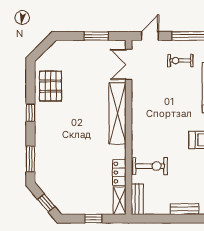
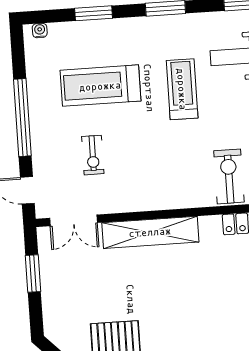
exercise bike: (180, 61) -> (93, 155), moved

